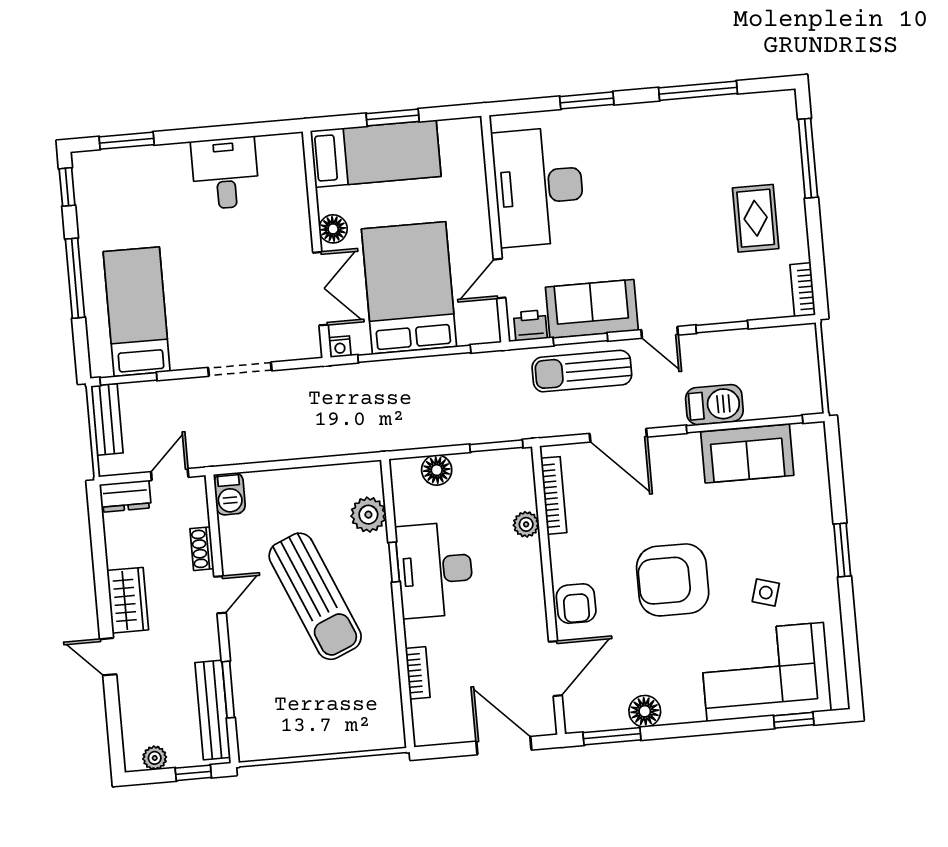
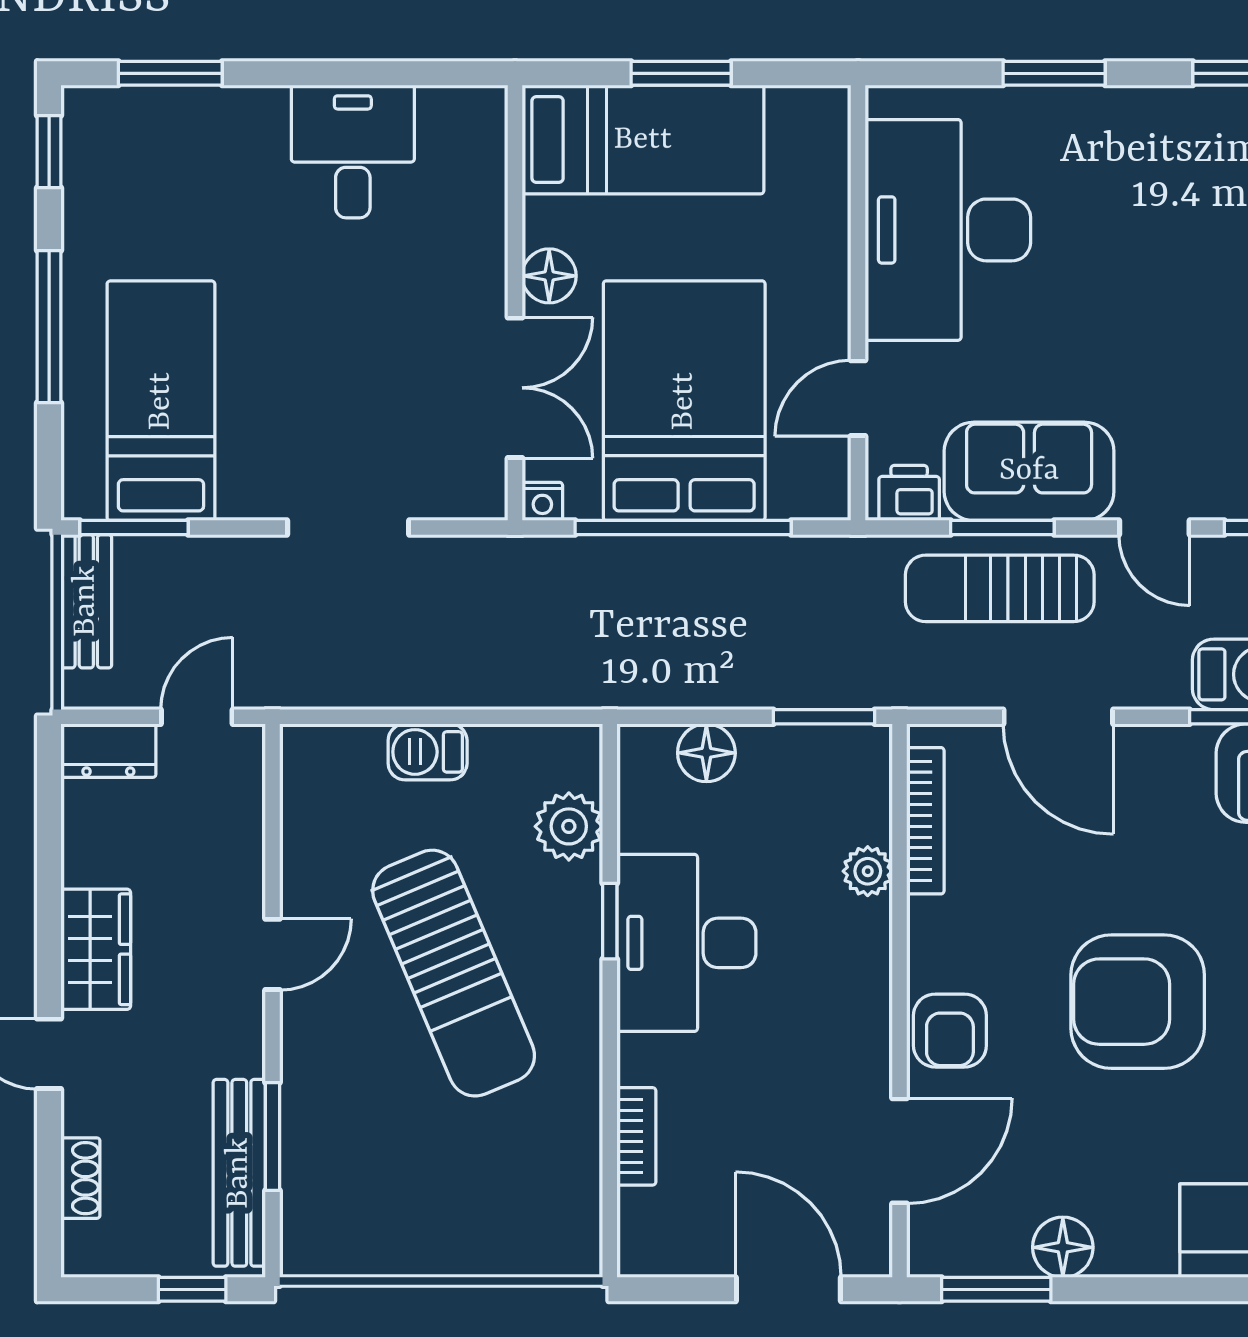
barbecue: (230, 494) -> (428, 752), moved, turned 90
shoe rack: (202, 549) -> (80, 1178), moved, turned 180
plant: (155, 758) -> (121, 1255), removed

